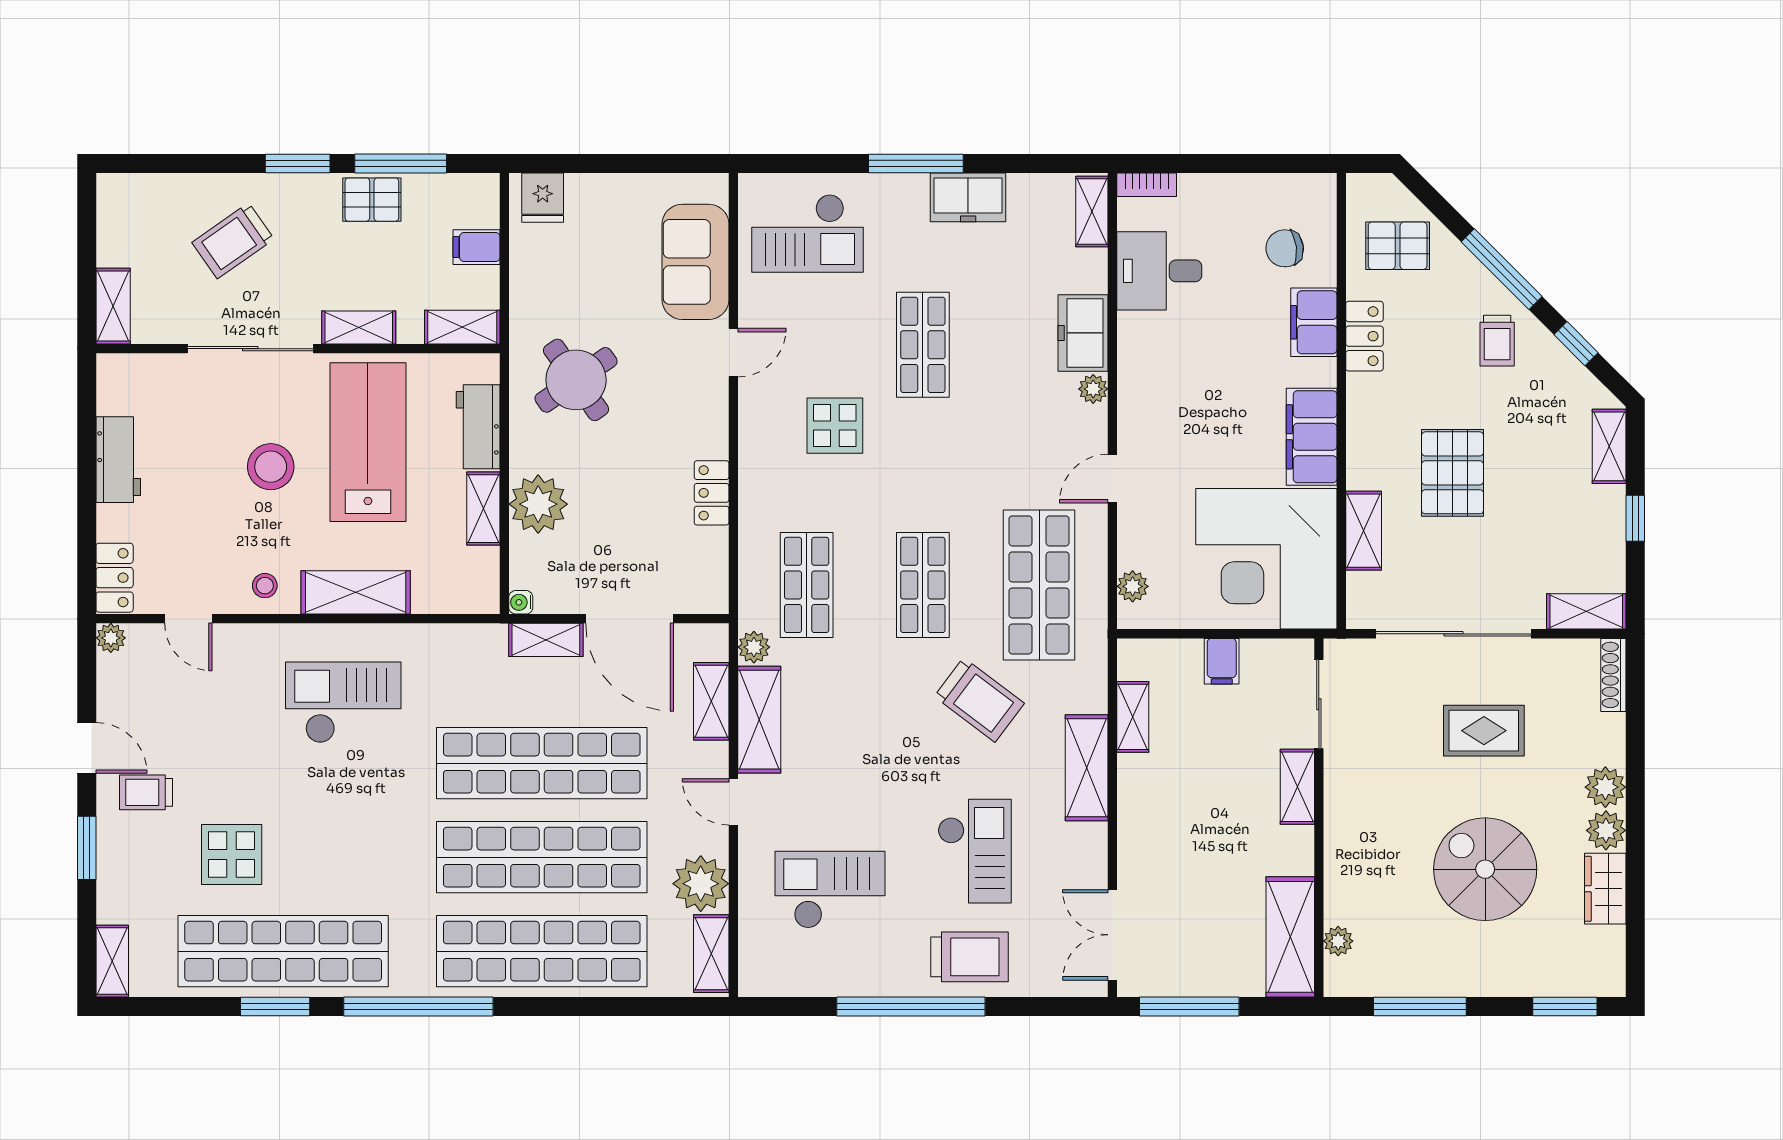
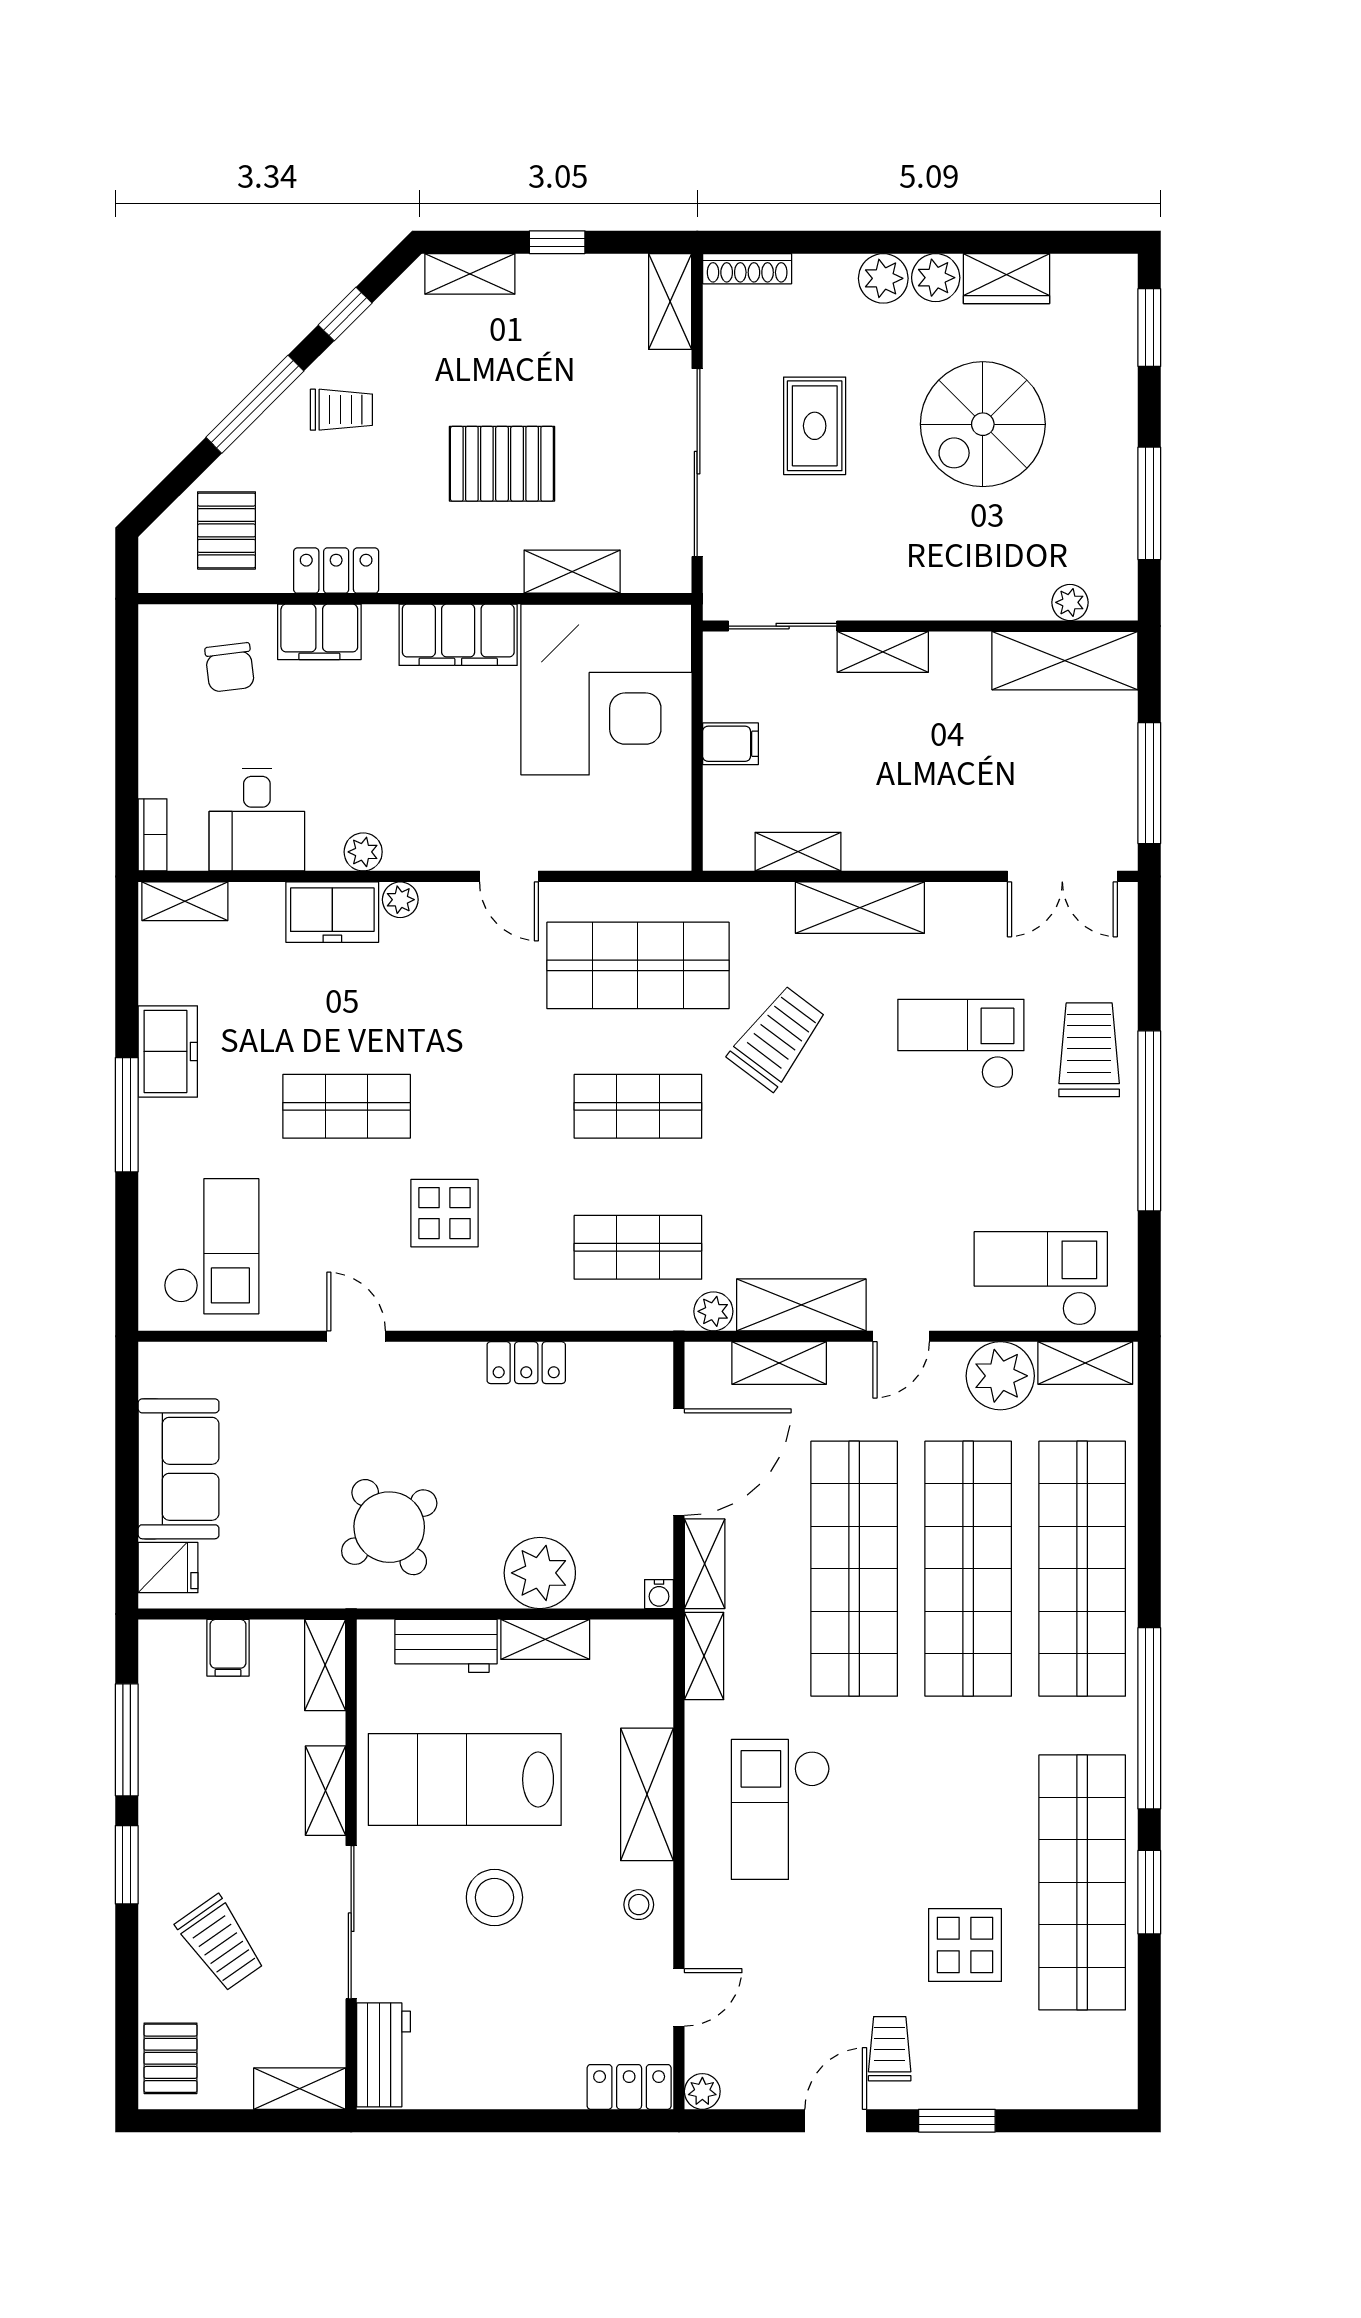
pallet: (372, 200) -> (171, 2058), moved
sofa: (695, 262) -> (179, 1469), moved, turned -90
workbench: (118, 460) -> (384, 2055), moved, turned 90
plant: (1133, 586) -> (363, 852), moved
trolley: (146, 792) -> (890, 2049), turned 180
checkout: (830, 890) -> (1041, 1279), moved, turned 90
shelving: (112, 961) -> (704, 1656), moved, turned 90

